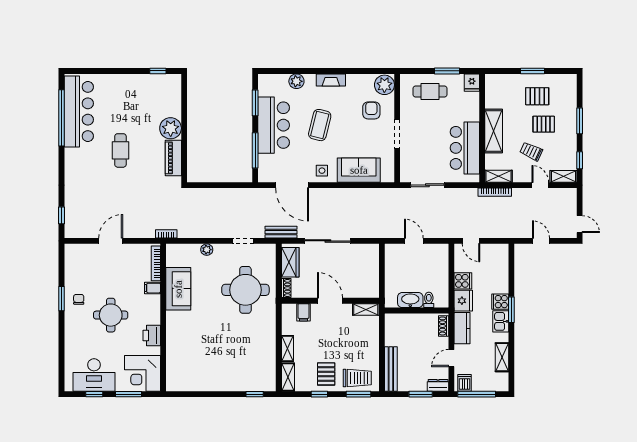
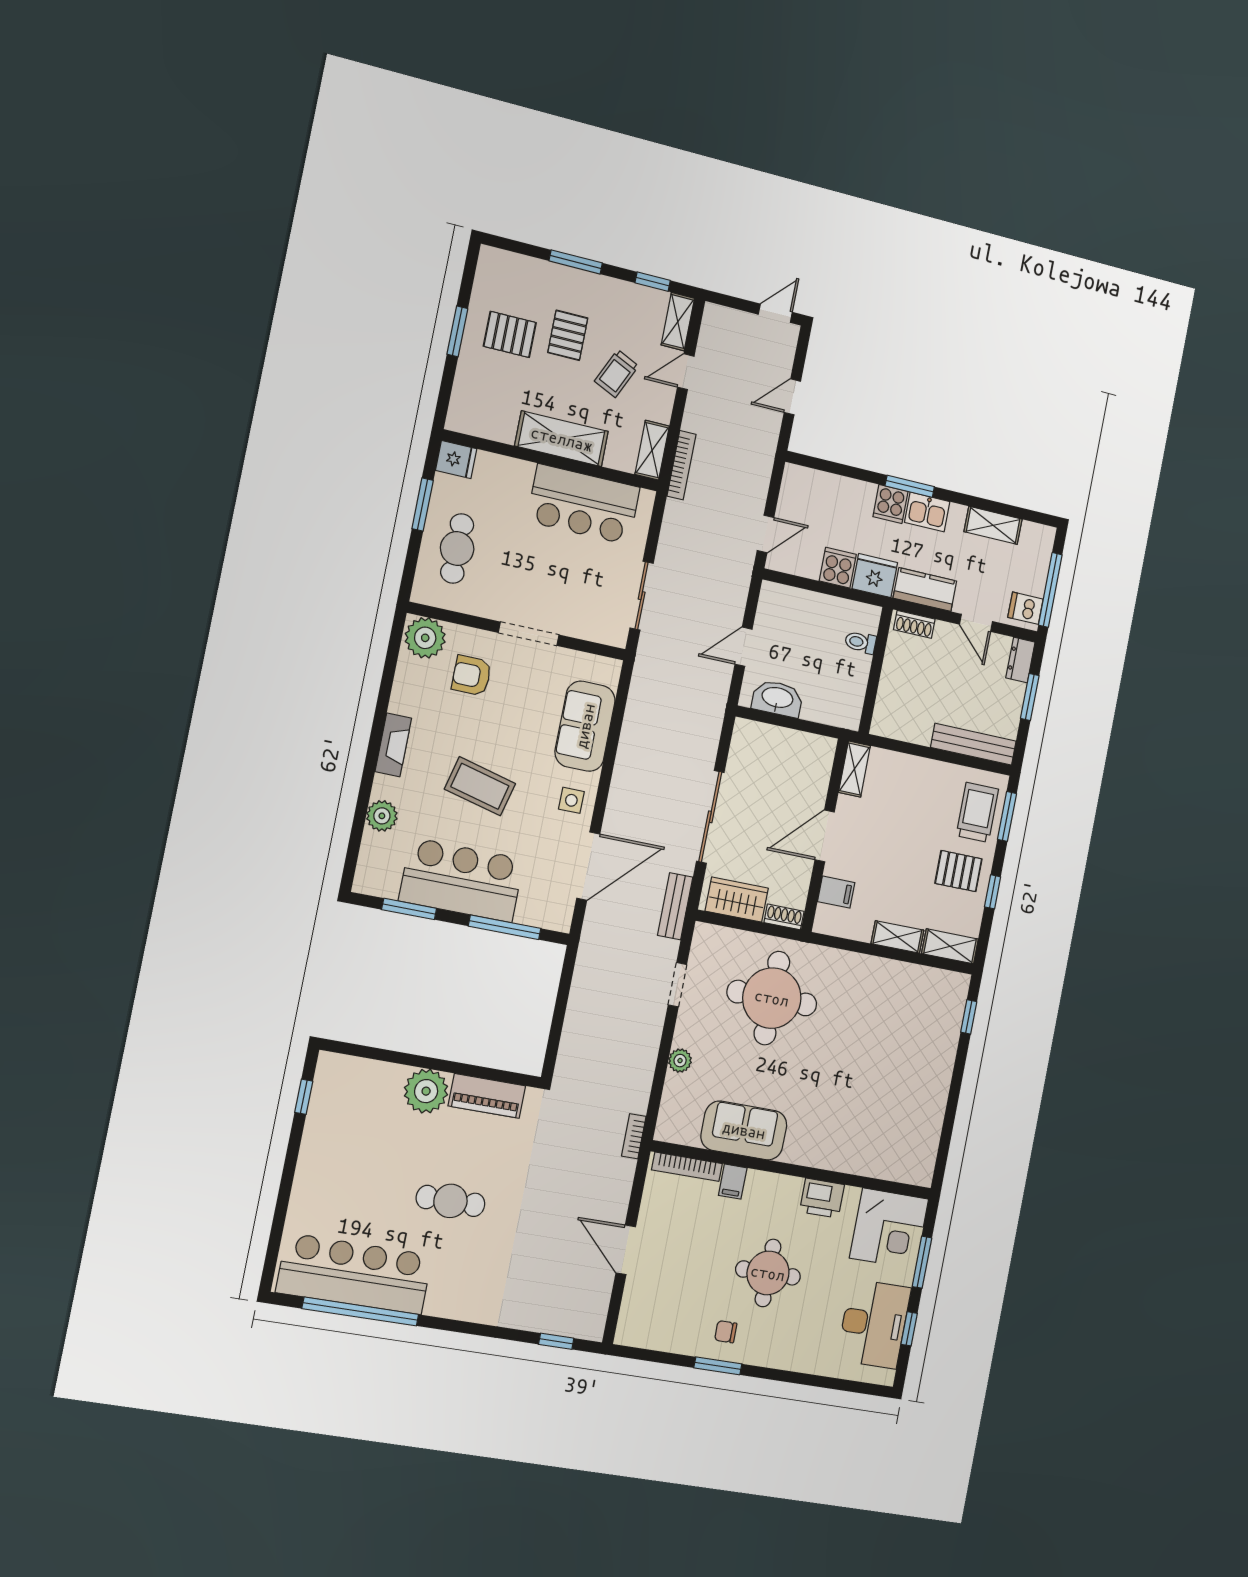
pallet: (537, 96) -> (510, 334), turned 90
washbasin: (410, 300) -> (777, 698), moved, turned 90

